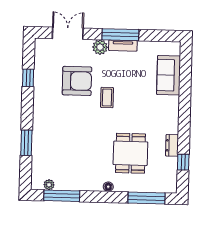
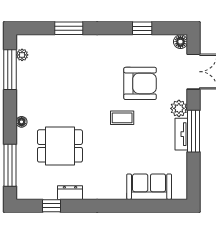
floor lamp: (41, 44) -> (180, 42), added
armchair: (77, 81) -> (140, 83), turned -90

